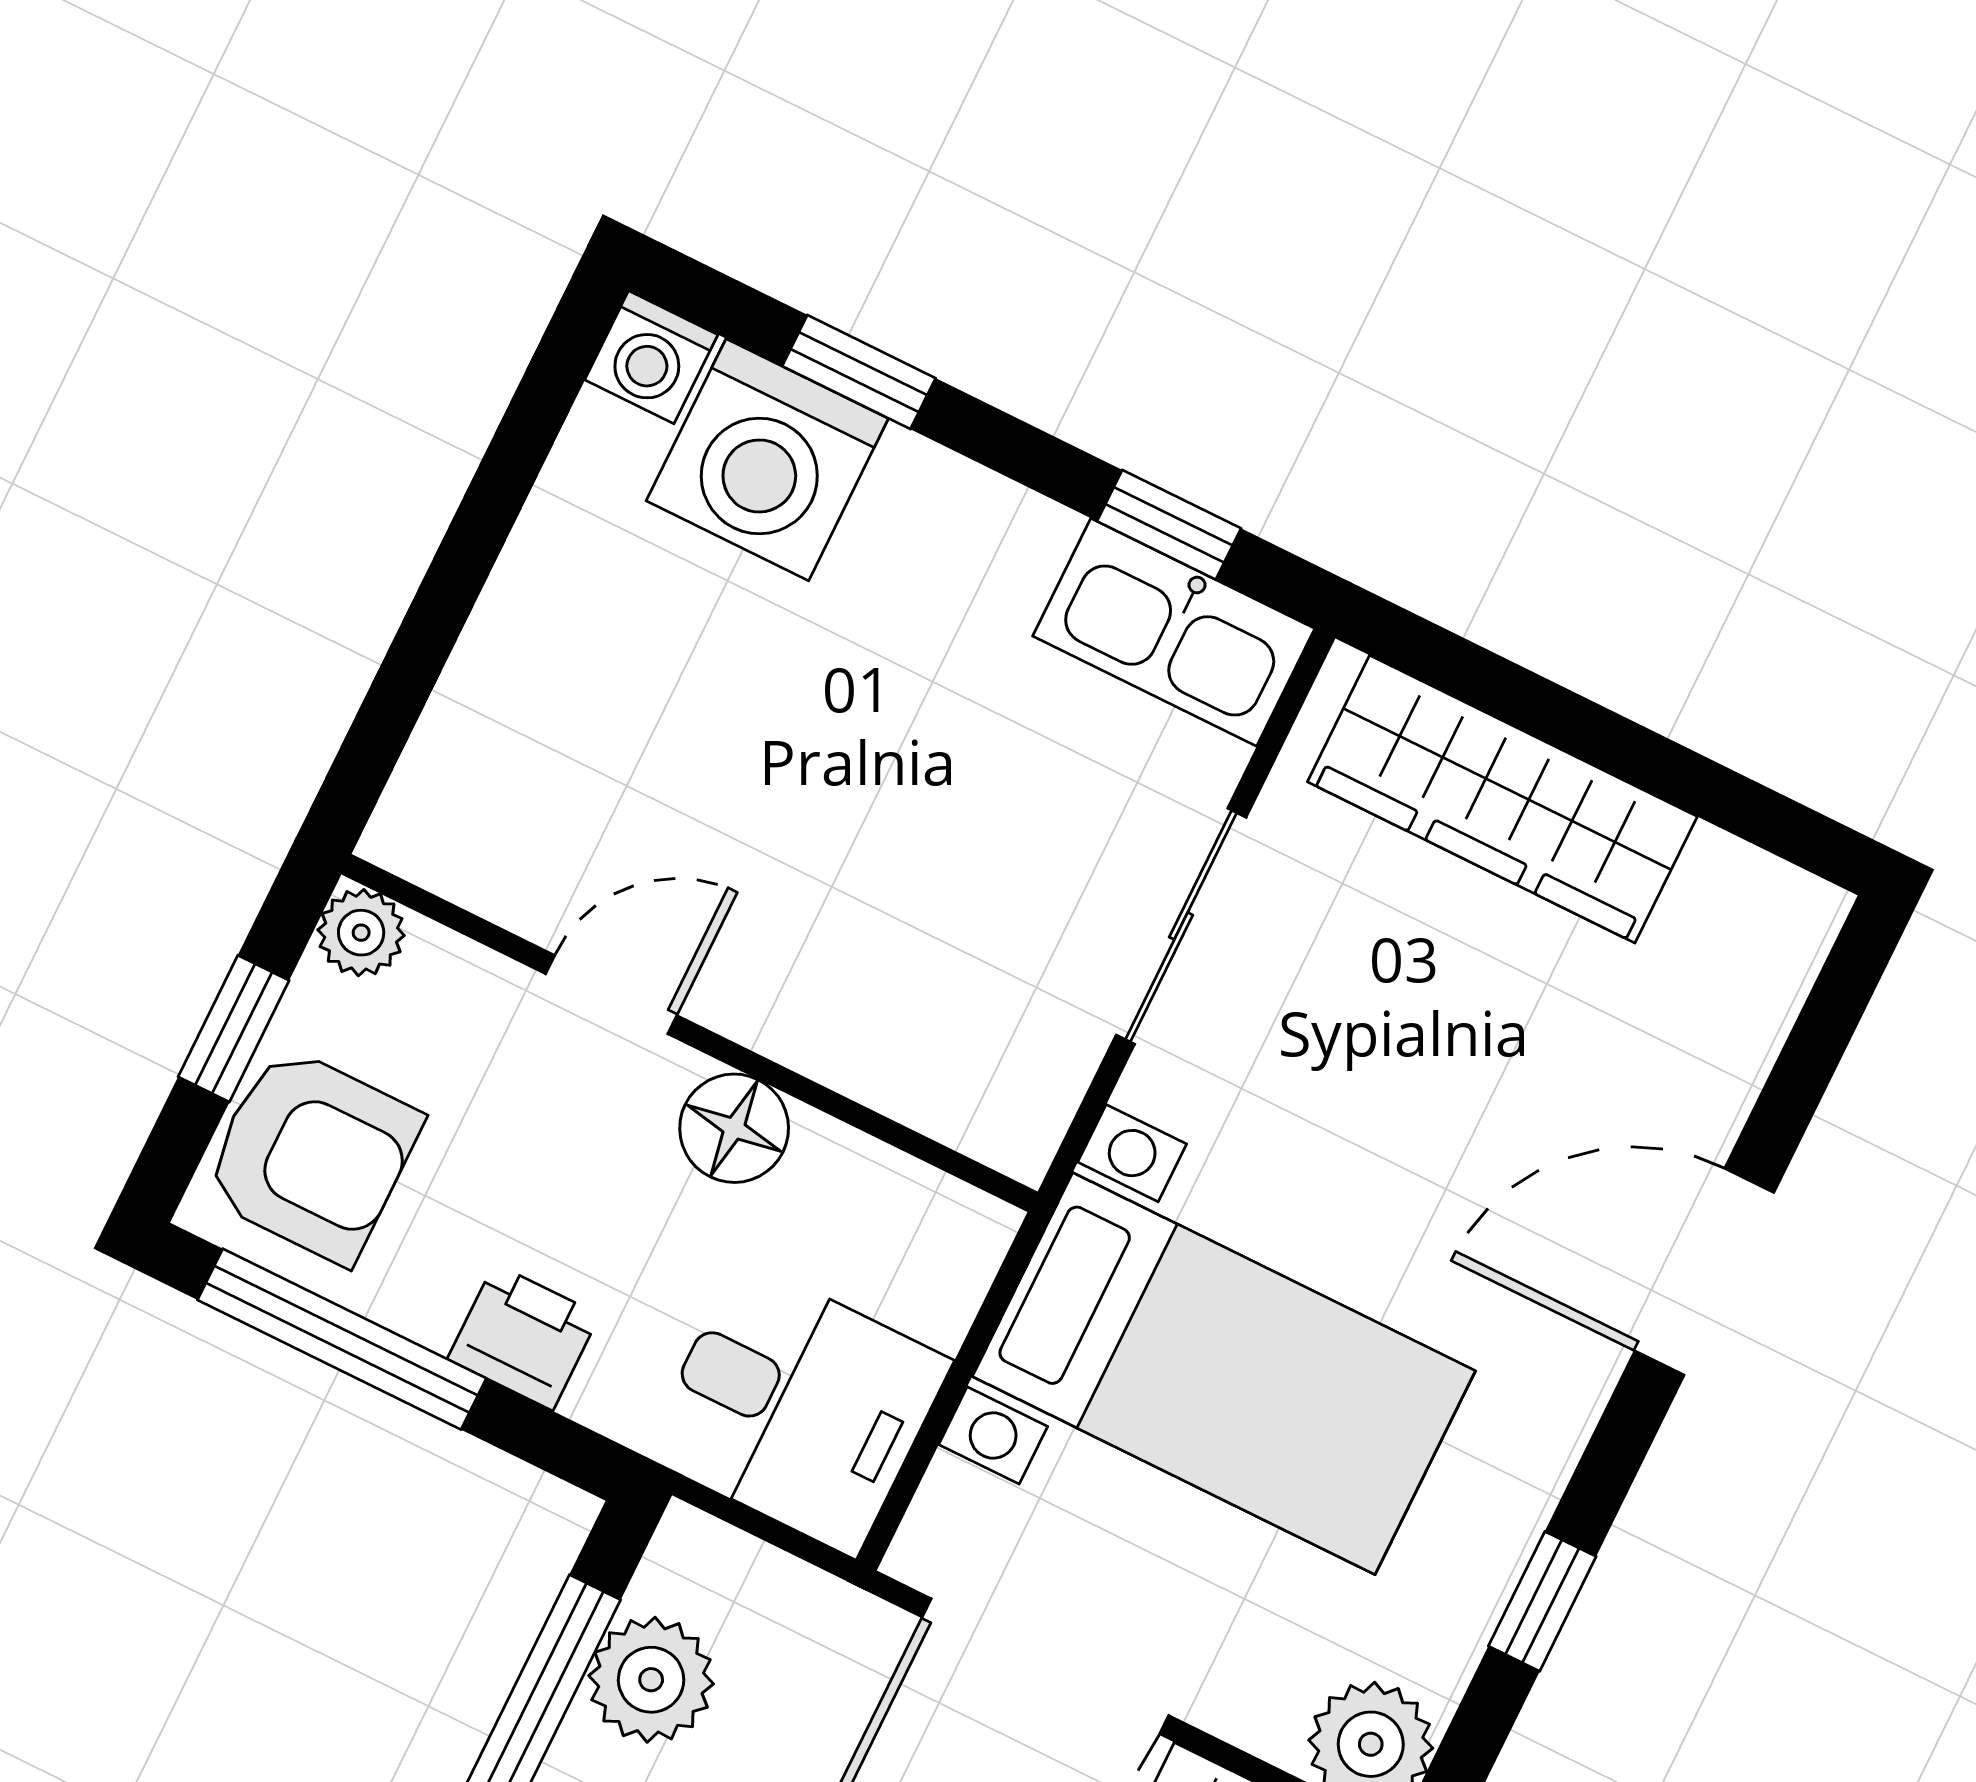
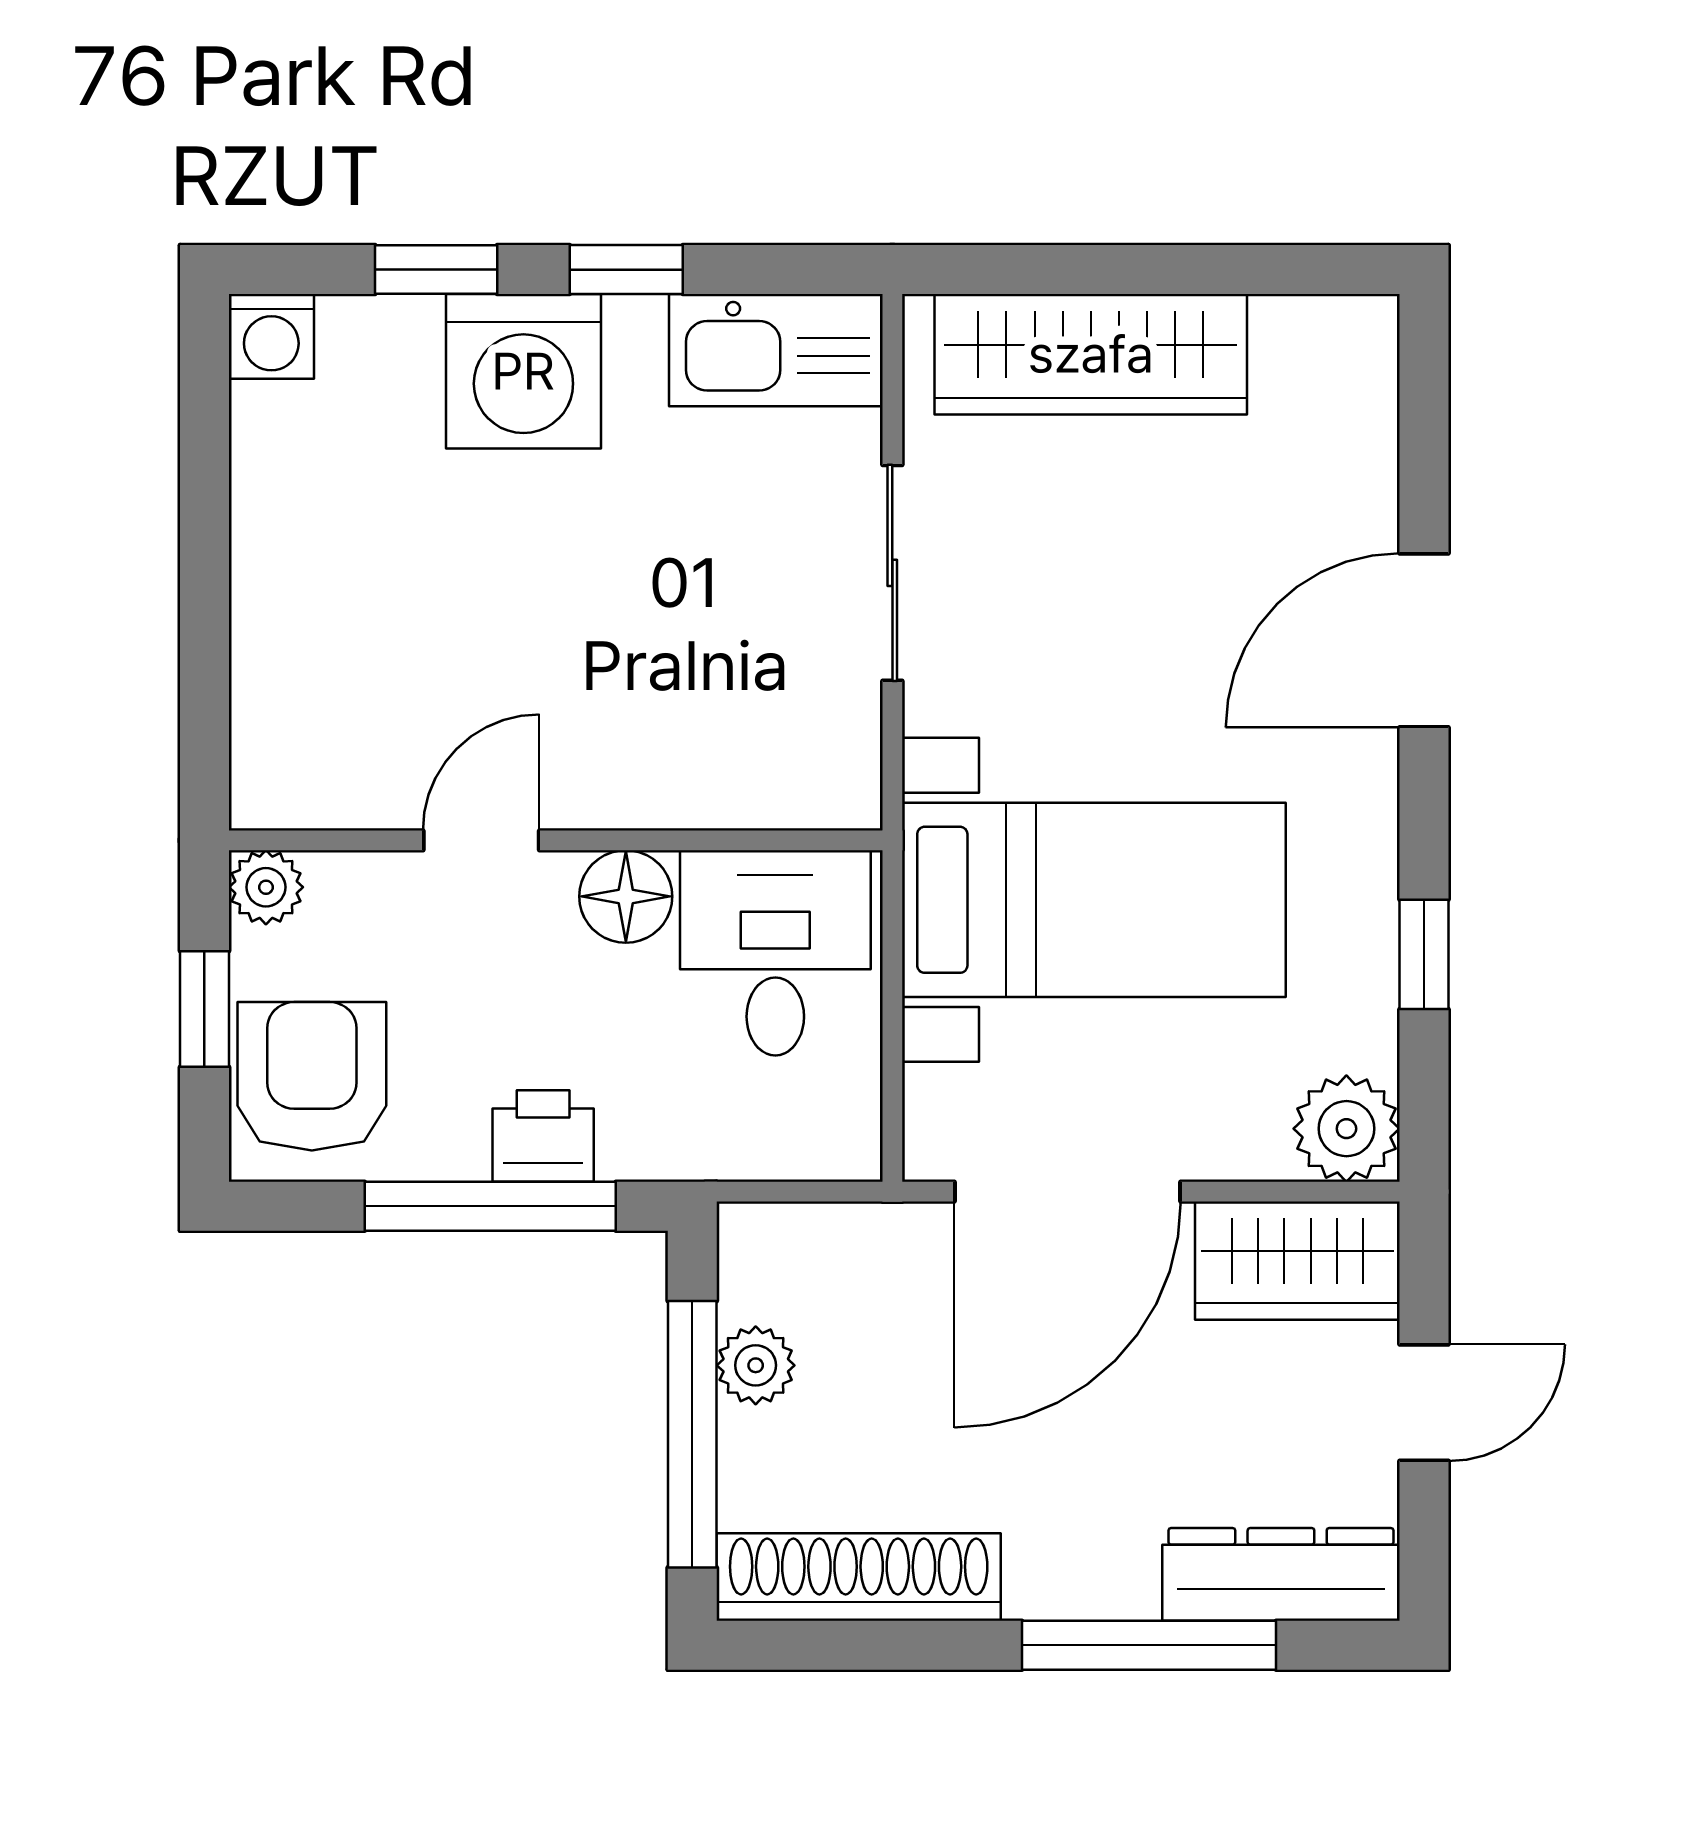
washing machine: (767, 460) -> (523, 371), moved
window: (1169, 525) -> (626, 270), moved
armchair: (312, 1155) -> (312, 1076), turned -90
window: (342, 1339) -> (490, 1206), moved
desk: (798, 1407) -> (775, 953), moved, turned -90
plant: (651, 1680) -> (756, 1365), width x0.73, depth x0.73

